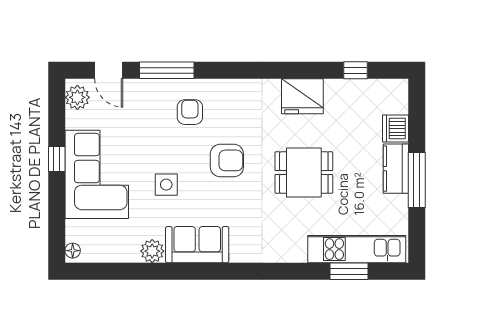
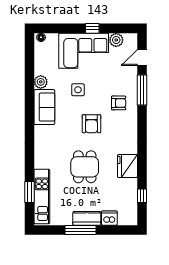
plant: (77, 97) -> (116, 40), moved

